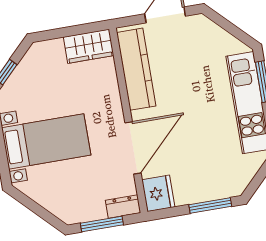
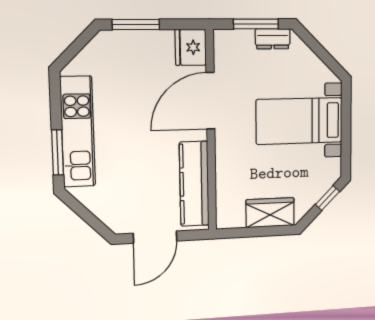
wardrobe: (89, 46) -> (270, 213), moved
dresser: (123, 207) -> (273, 39), moved

